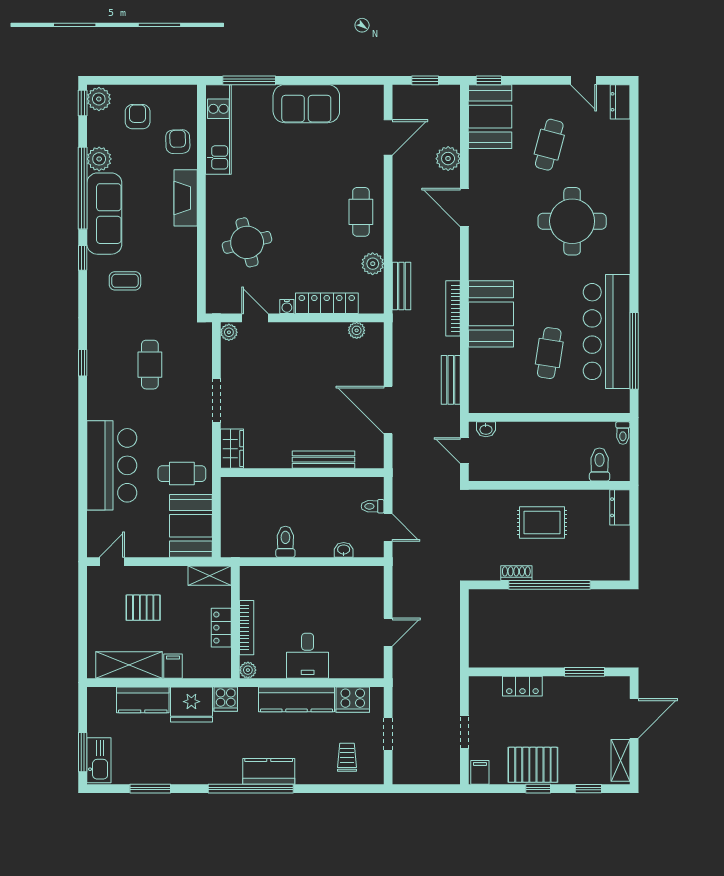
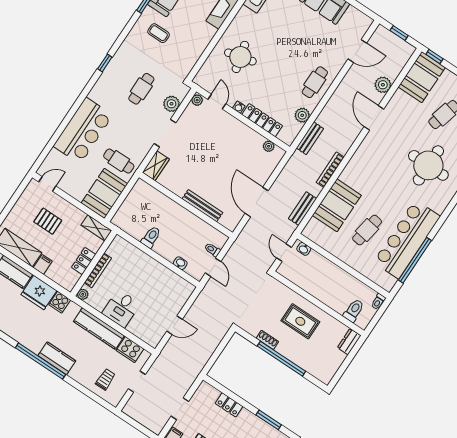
booth: (491, 314) -> (337, 205), moved
plant: (200, 358) -> (171, 104), added

